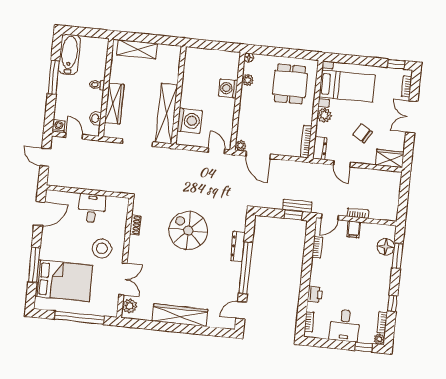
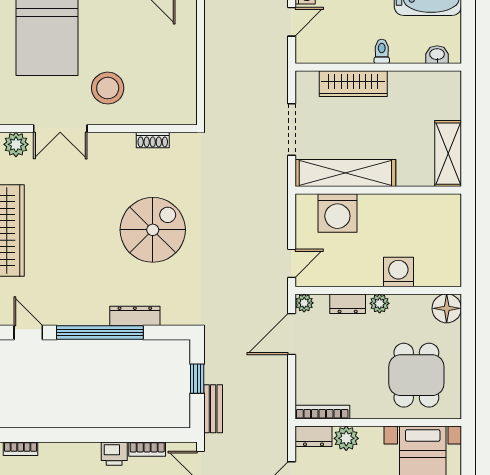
shelving: (137, 49) -> (448, 154), moved
floor lamp: (249, 58) -> (447, 308), width x1.89, depth x1.89
plant: (248, 80) -> (380, 303), moved
dining table: (290, 84) -> (416, 375), turned 90
plant: (324, 115) -> (346, 438), moved
washbasin: (95, 118) -> (437, 55), moved
dresser: (244, 120) -> (348, 304), added
desk: (92, 208) -> (173, 64), removed
window: (293, 215) -> (197, 379), moved
printer: (315, 294) -> (114, 454), moved

